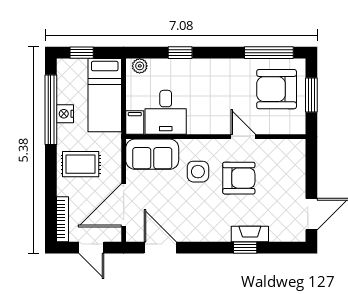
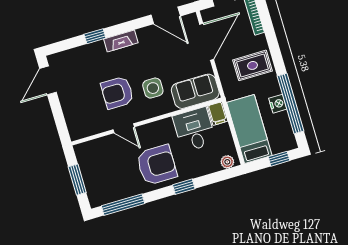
window: (180, 53) -> (184, 187), moved
armchair: (277, 89) -> (157, 165), moved
fireplace: (250, 234) -> (121, 41), moved

